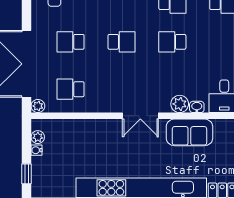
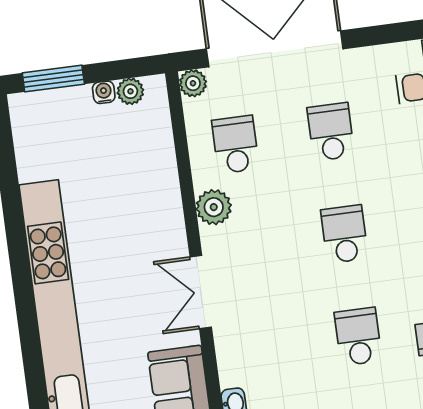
school desk: (121, 42) -> (344, 234), turned 180
plant: (180, 104) -> (214, 207), moved
window: (26, 174) -> (53, 78), width x1.50

